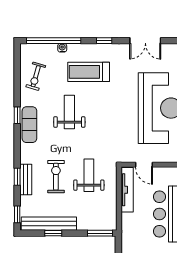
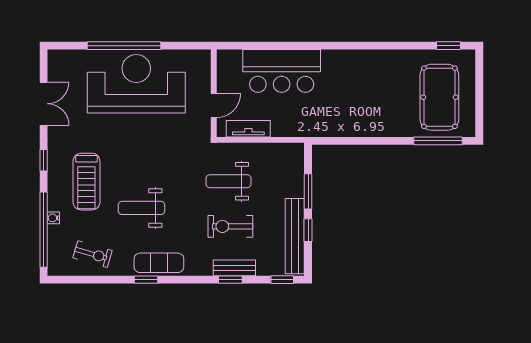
tv unit: (127, 190) -> (248, 129), width x0.71
window: (100, 233) -> (308, 191), moved

